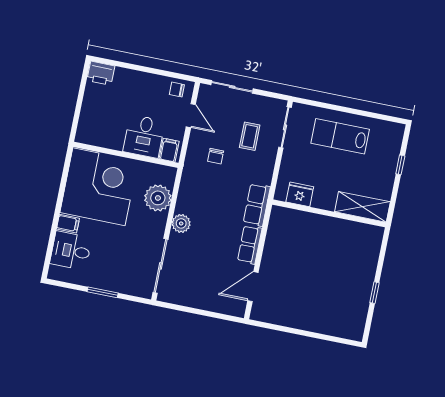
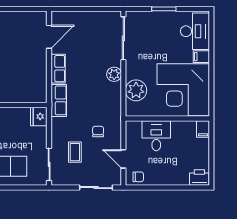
filing cabinet: (169, 150) -> (203, 129), moved
fridge: (300, 194) -> (39, 116), moved, turned 90
desk: (71, 251) -> (195, 31), width x1.37

